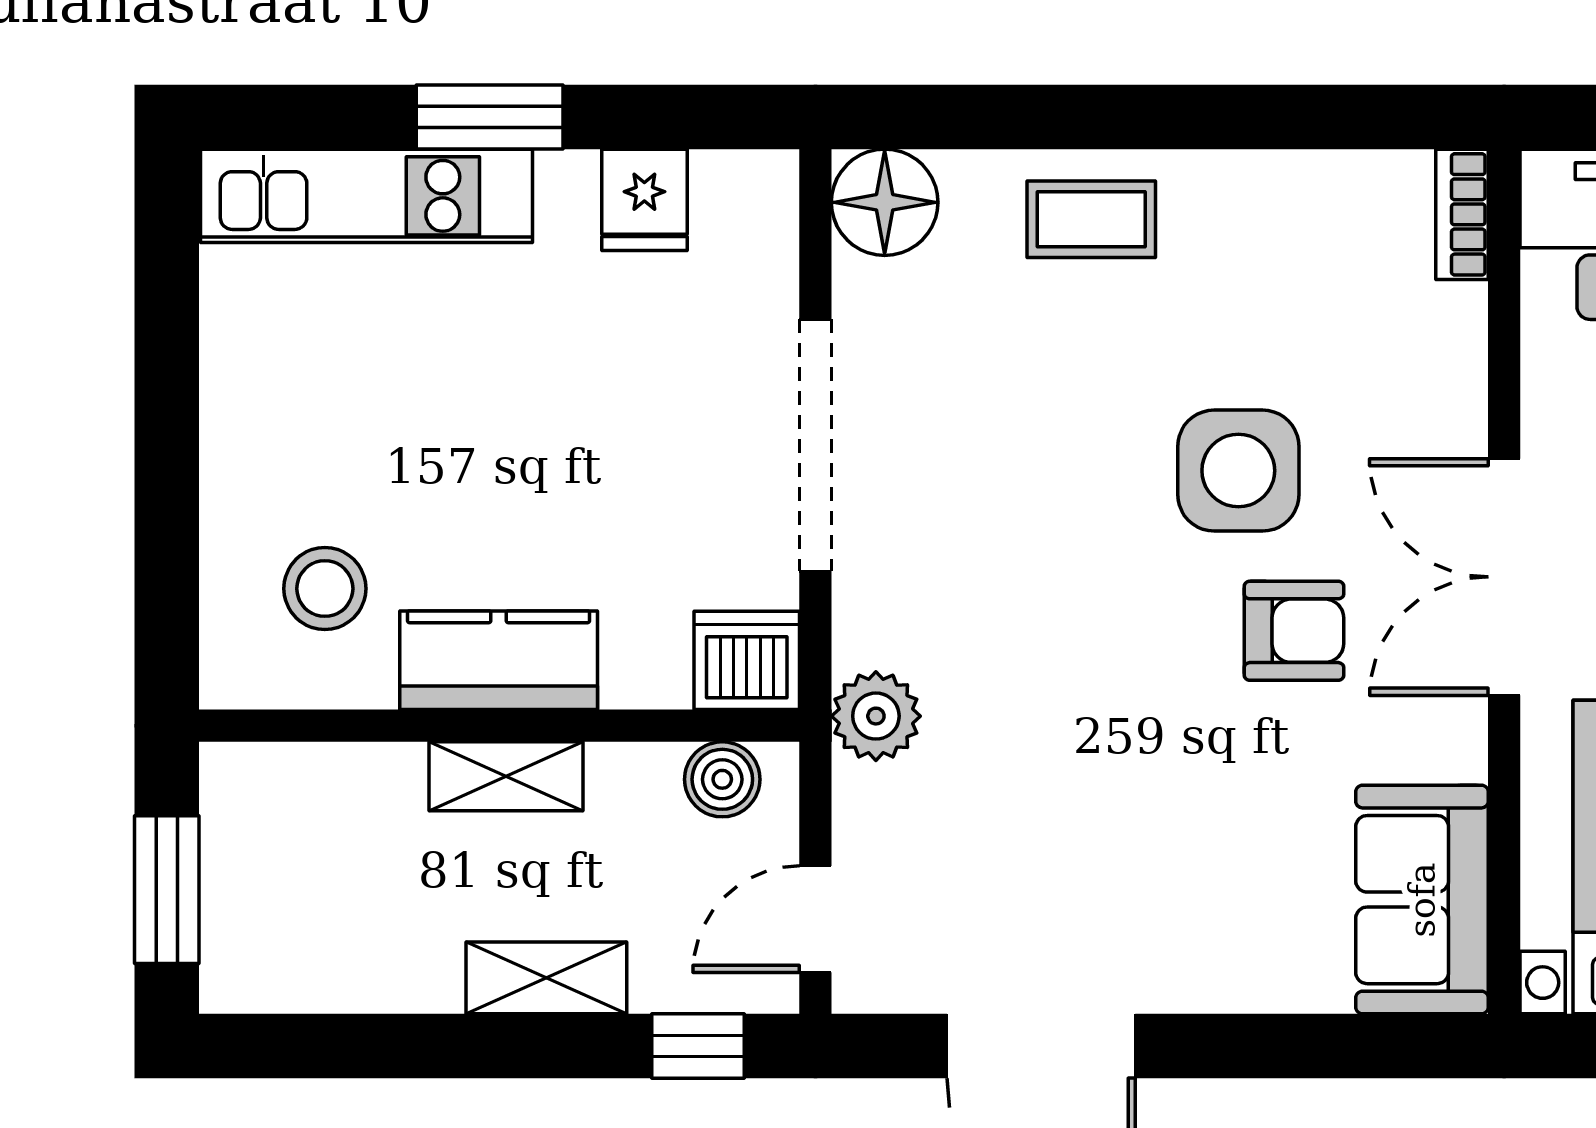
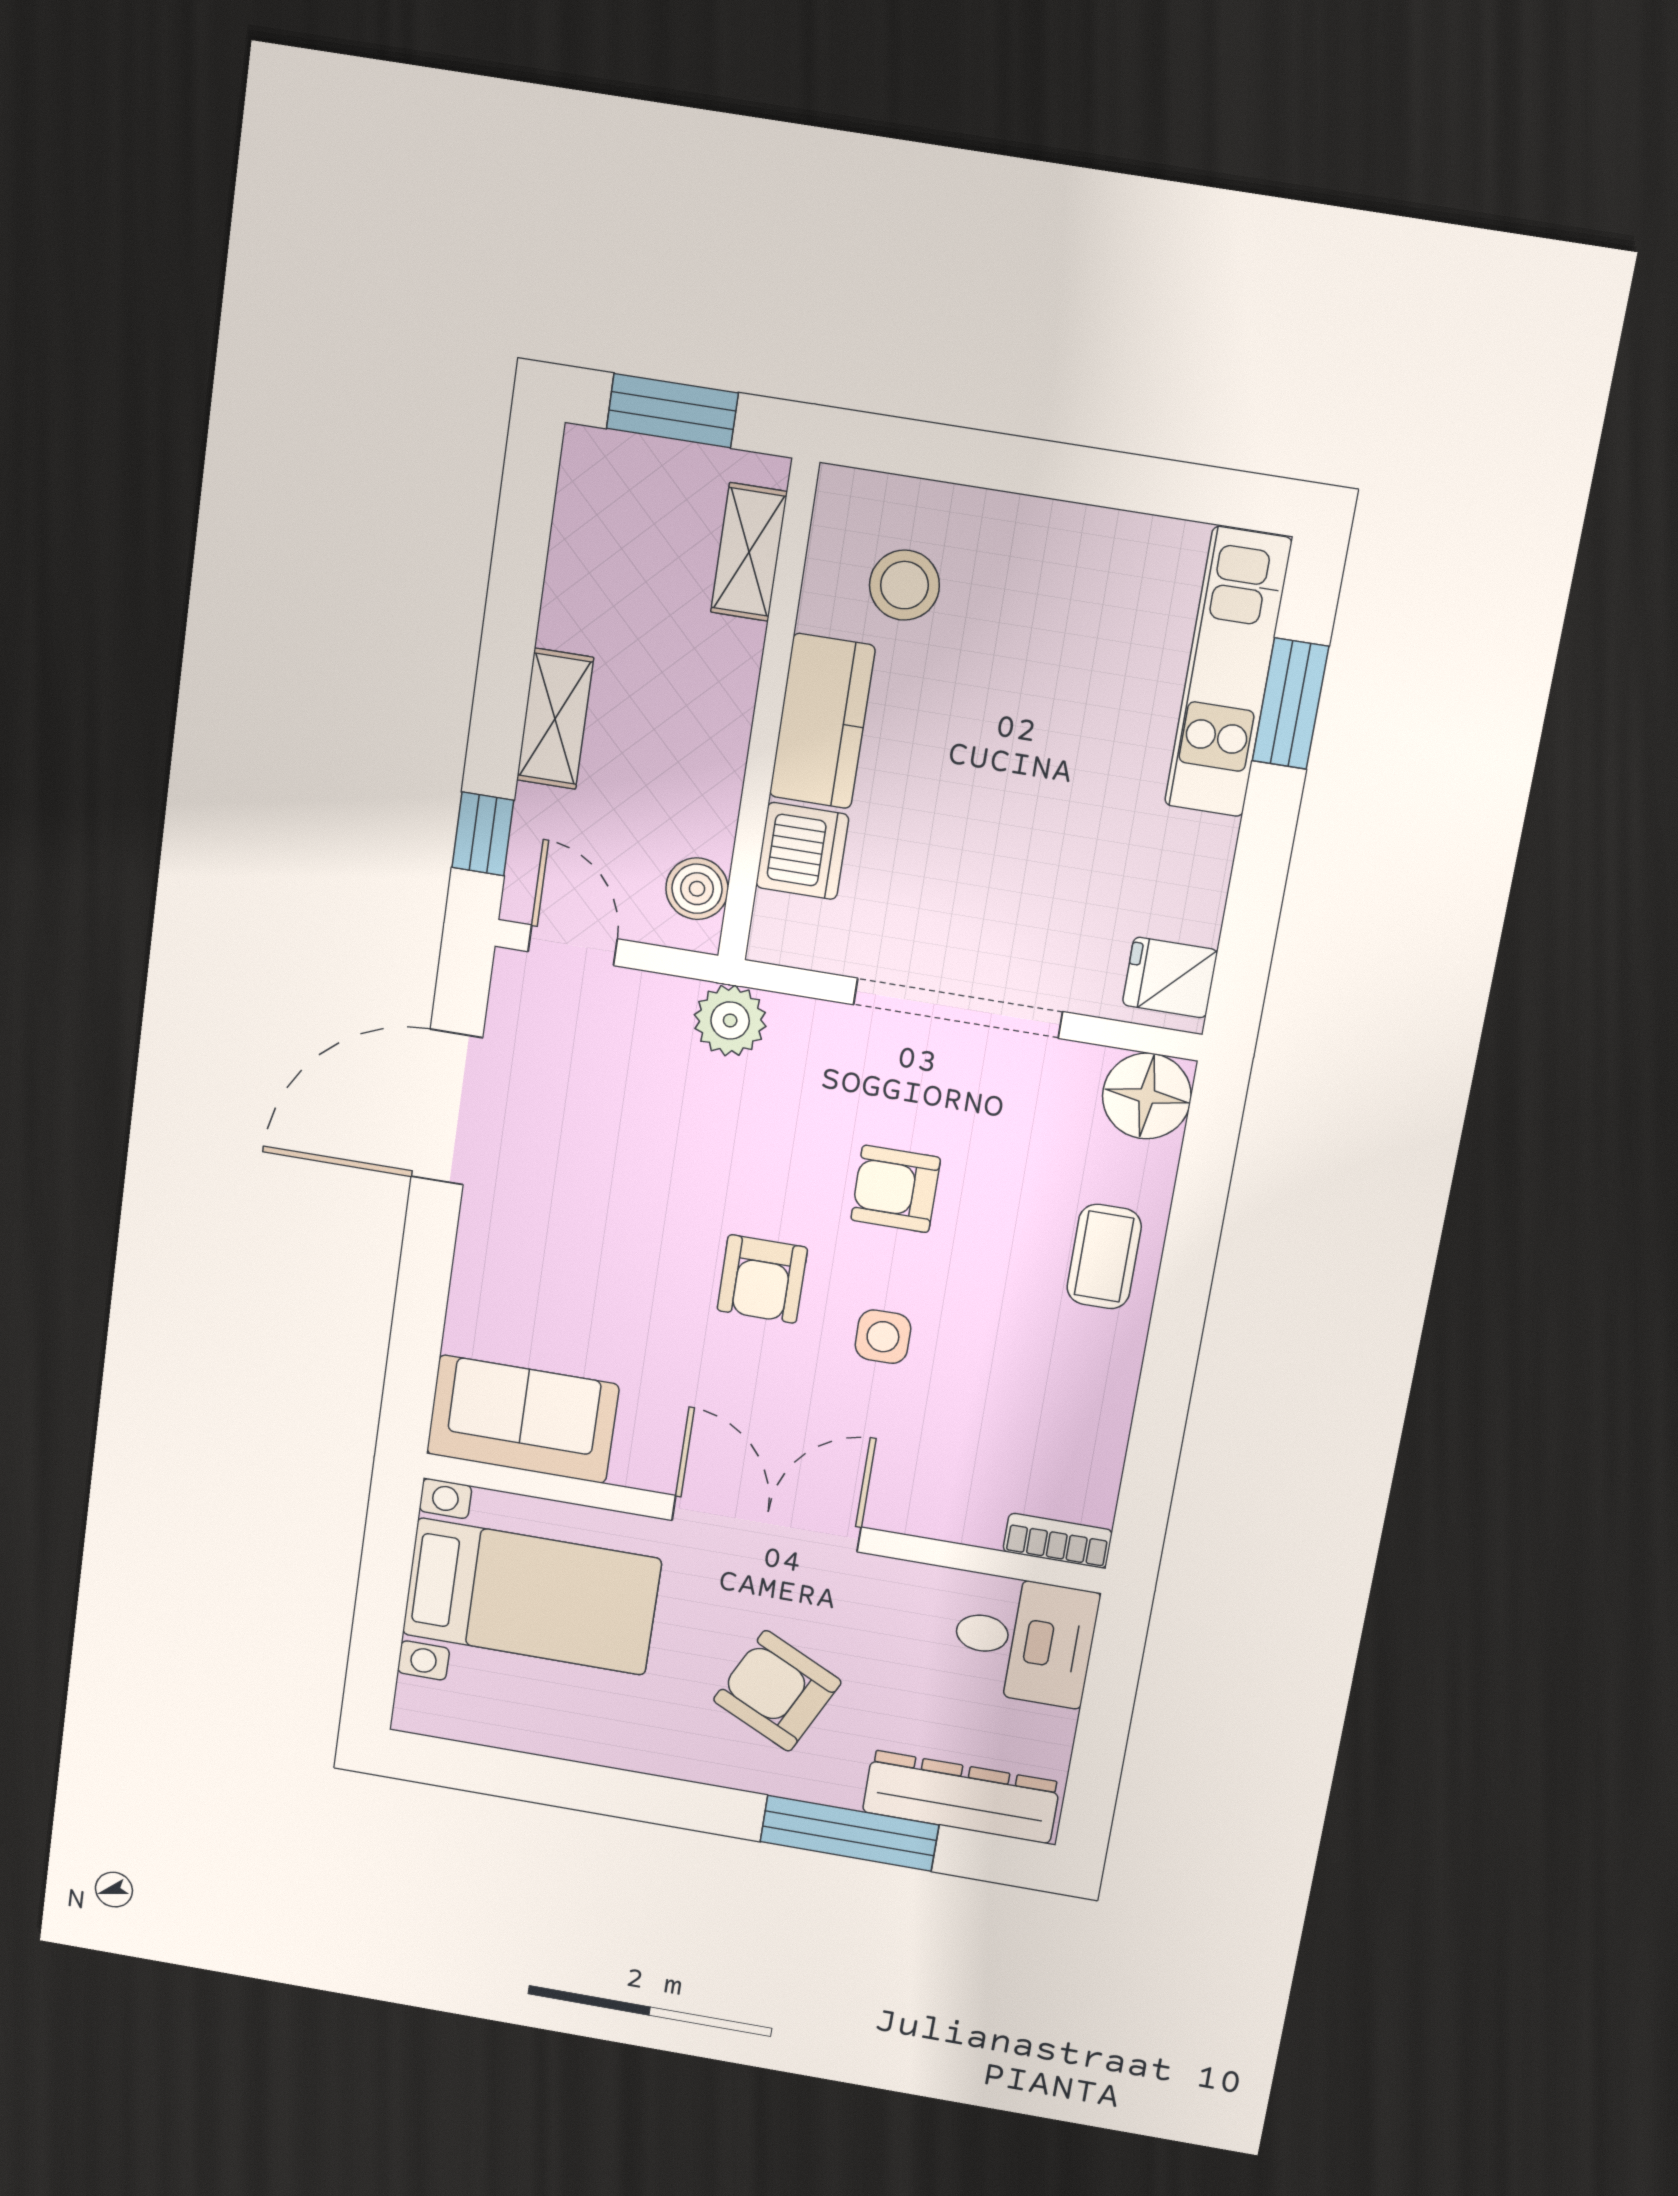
window: (490, 117) -> (1290, 704), moved
fridge: (644, 200) -> (1170, 978), moved
side table: (1238, 471) -> (883, 1337), width x0.54, depth x0.54
armchair: (1050, 484) -> (896, 1189), added
armchair: (1294, 631) -> (762, 1279), moved
dishwasher: (747, 660) -> (802, 851), moved
shelving: (506, 776) -> (749, 552), moved

